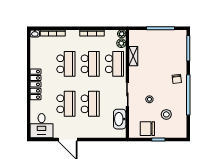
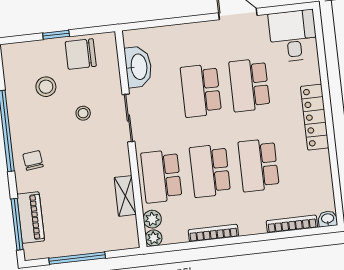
piano: (181, 51) -> (31, 218), added
chair: (147, 129) -> (81, 54), turned 180

